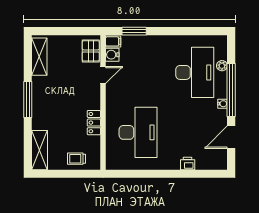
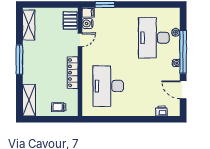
desk: (195, 72) -> (154, 38), turned 180
locker: (94, 123) -> (73, 73), width x1.53
desk: (138, 132) -> (108, 86), turned 180
door: (231, 137) -> (183, 90), hinge flipped
printer: (188, 163) -> (162, 111), moved

